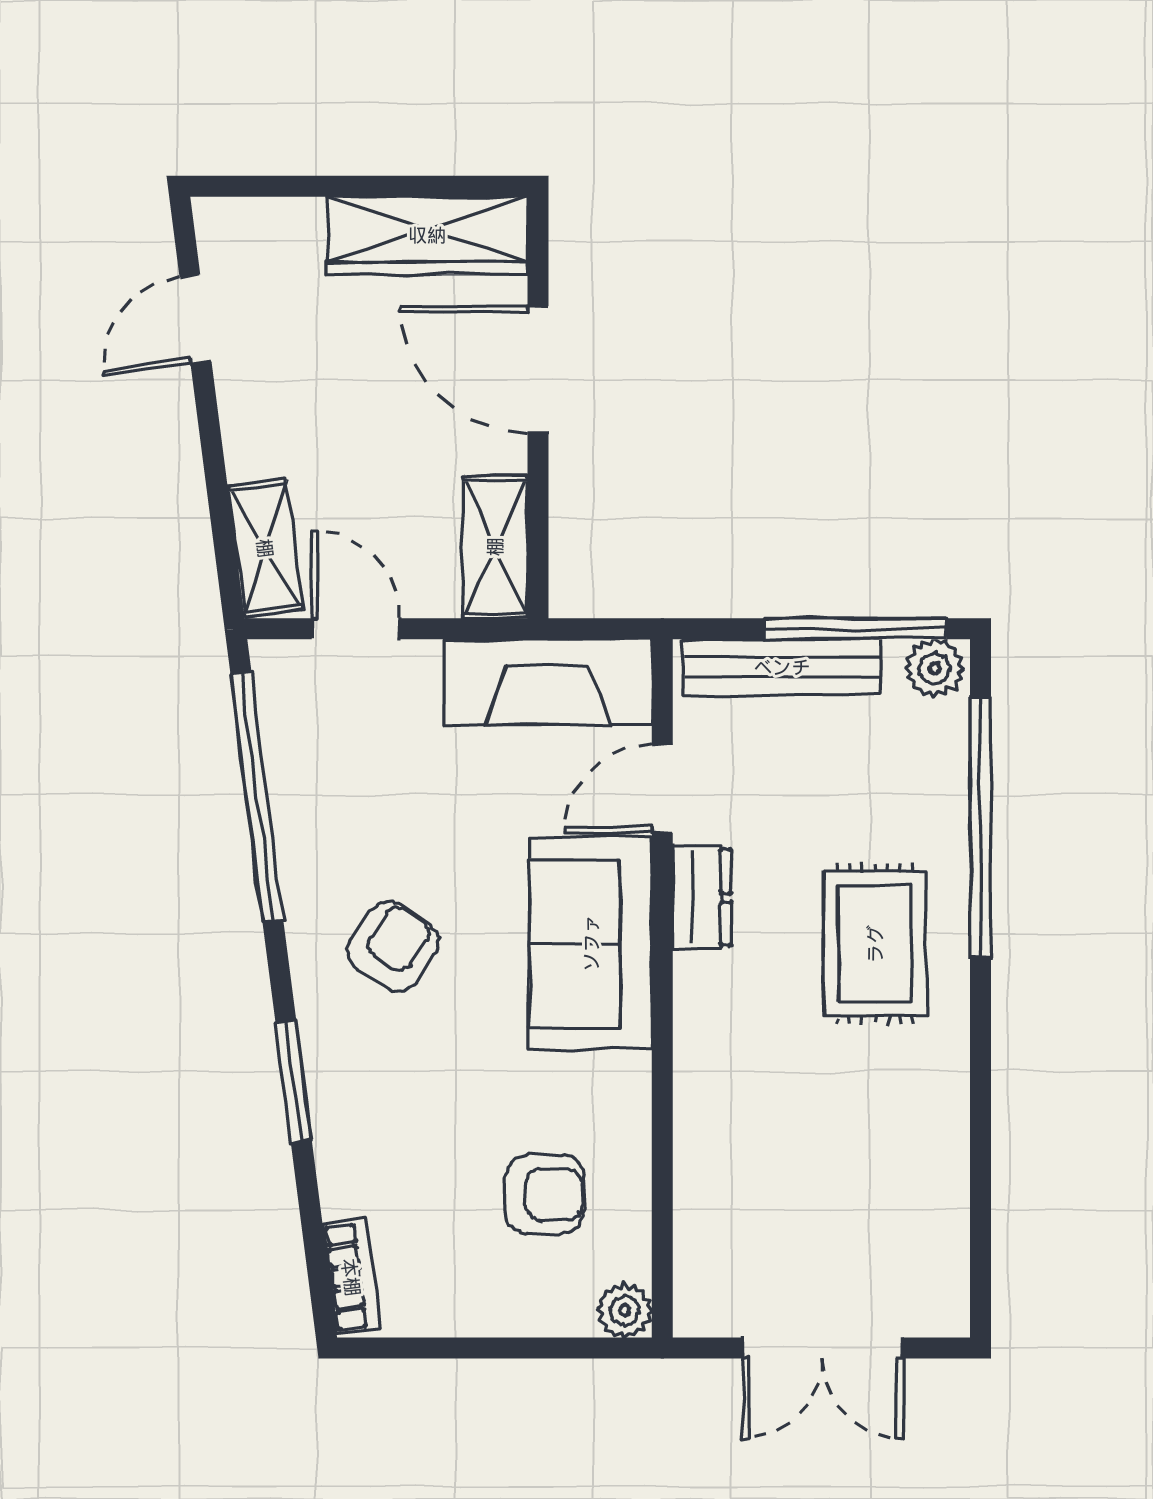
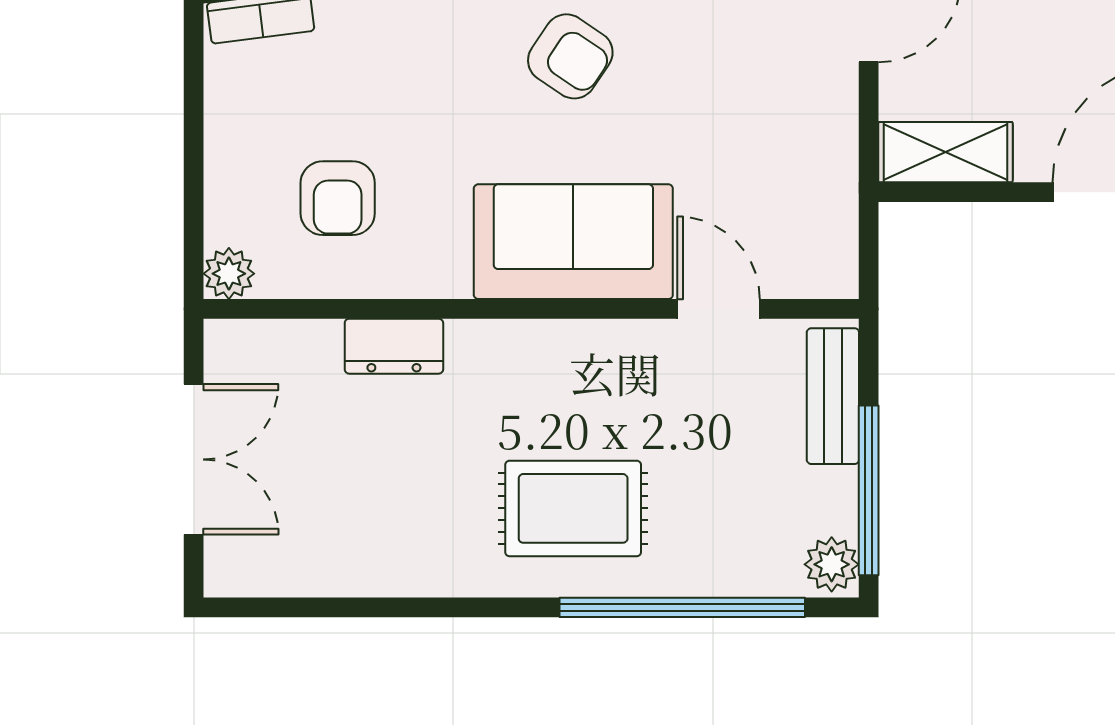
bench: (782, 667) -> (833, 396), width x0.73
fireplace: (548, 682) -> (819, 202), removed
dresser: (702, 898) -> (394, 346), moved
double door: (823, 1348) -> (194, 459), swing flipped

